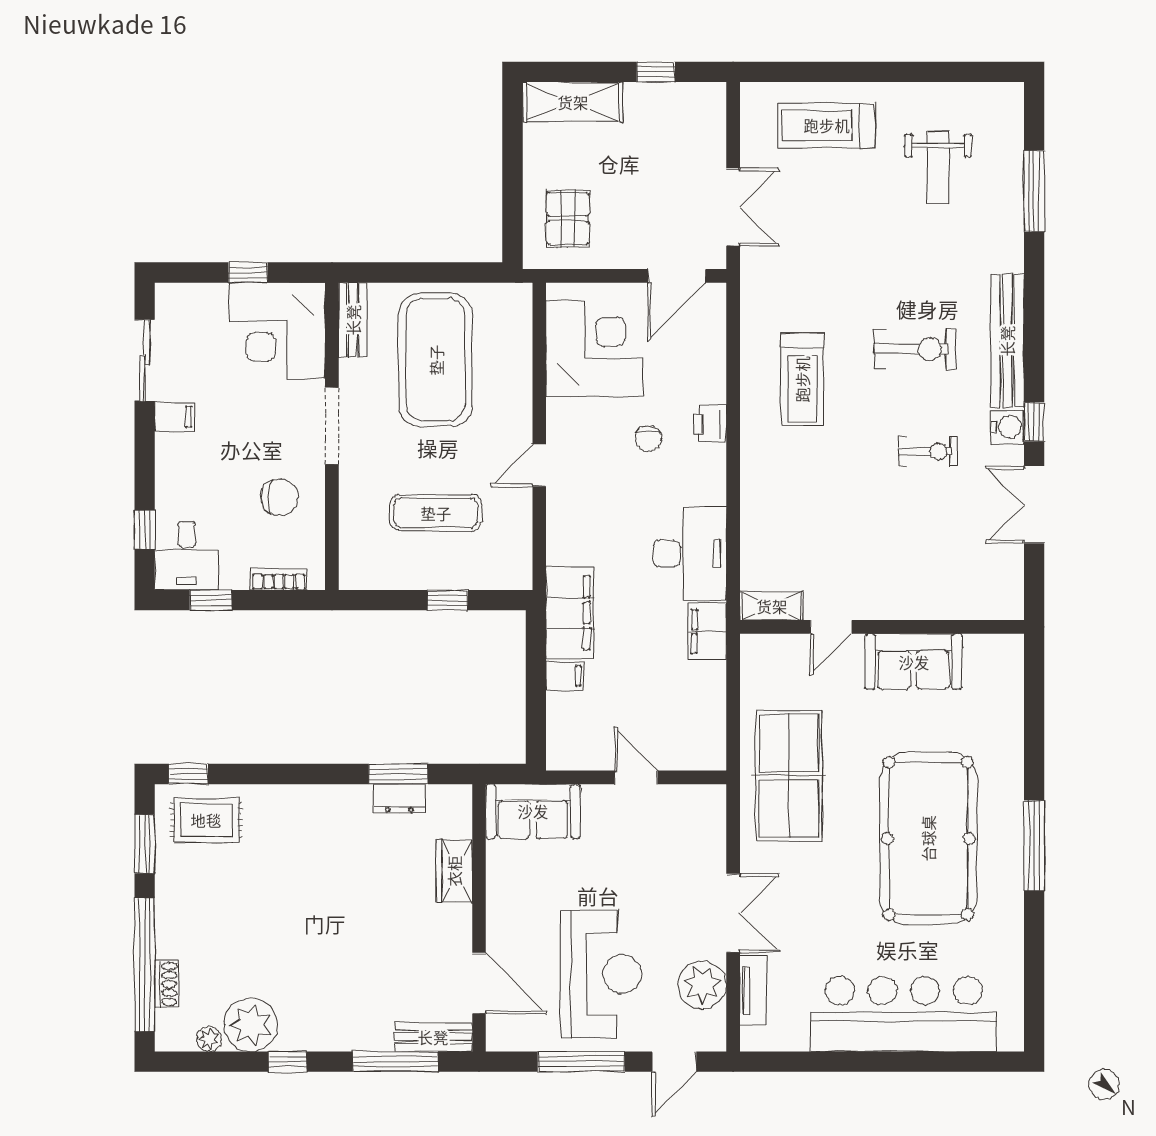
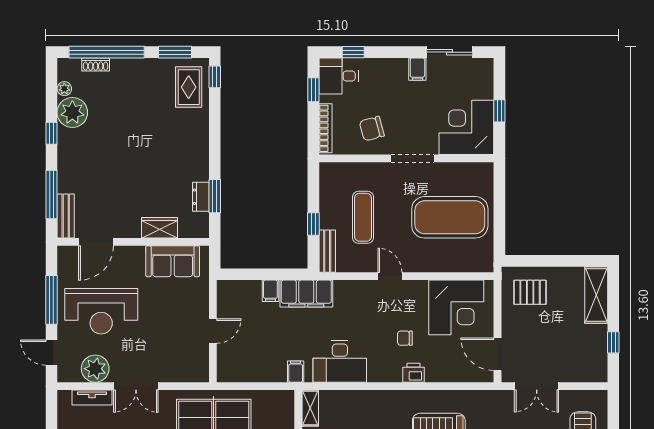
bench: (353, 320) -> (327, 251), moved, turned 90
chair: (279, 497) -> (372, 129), turned 75
bookcase: (279, 579) -> (325, 128), width x1.56
filing cabinet: (708, 632) -> (296, 372), width x0.50
sofa: (533, 811) -> (173, 261), moved, turned -90

